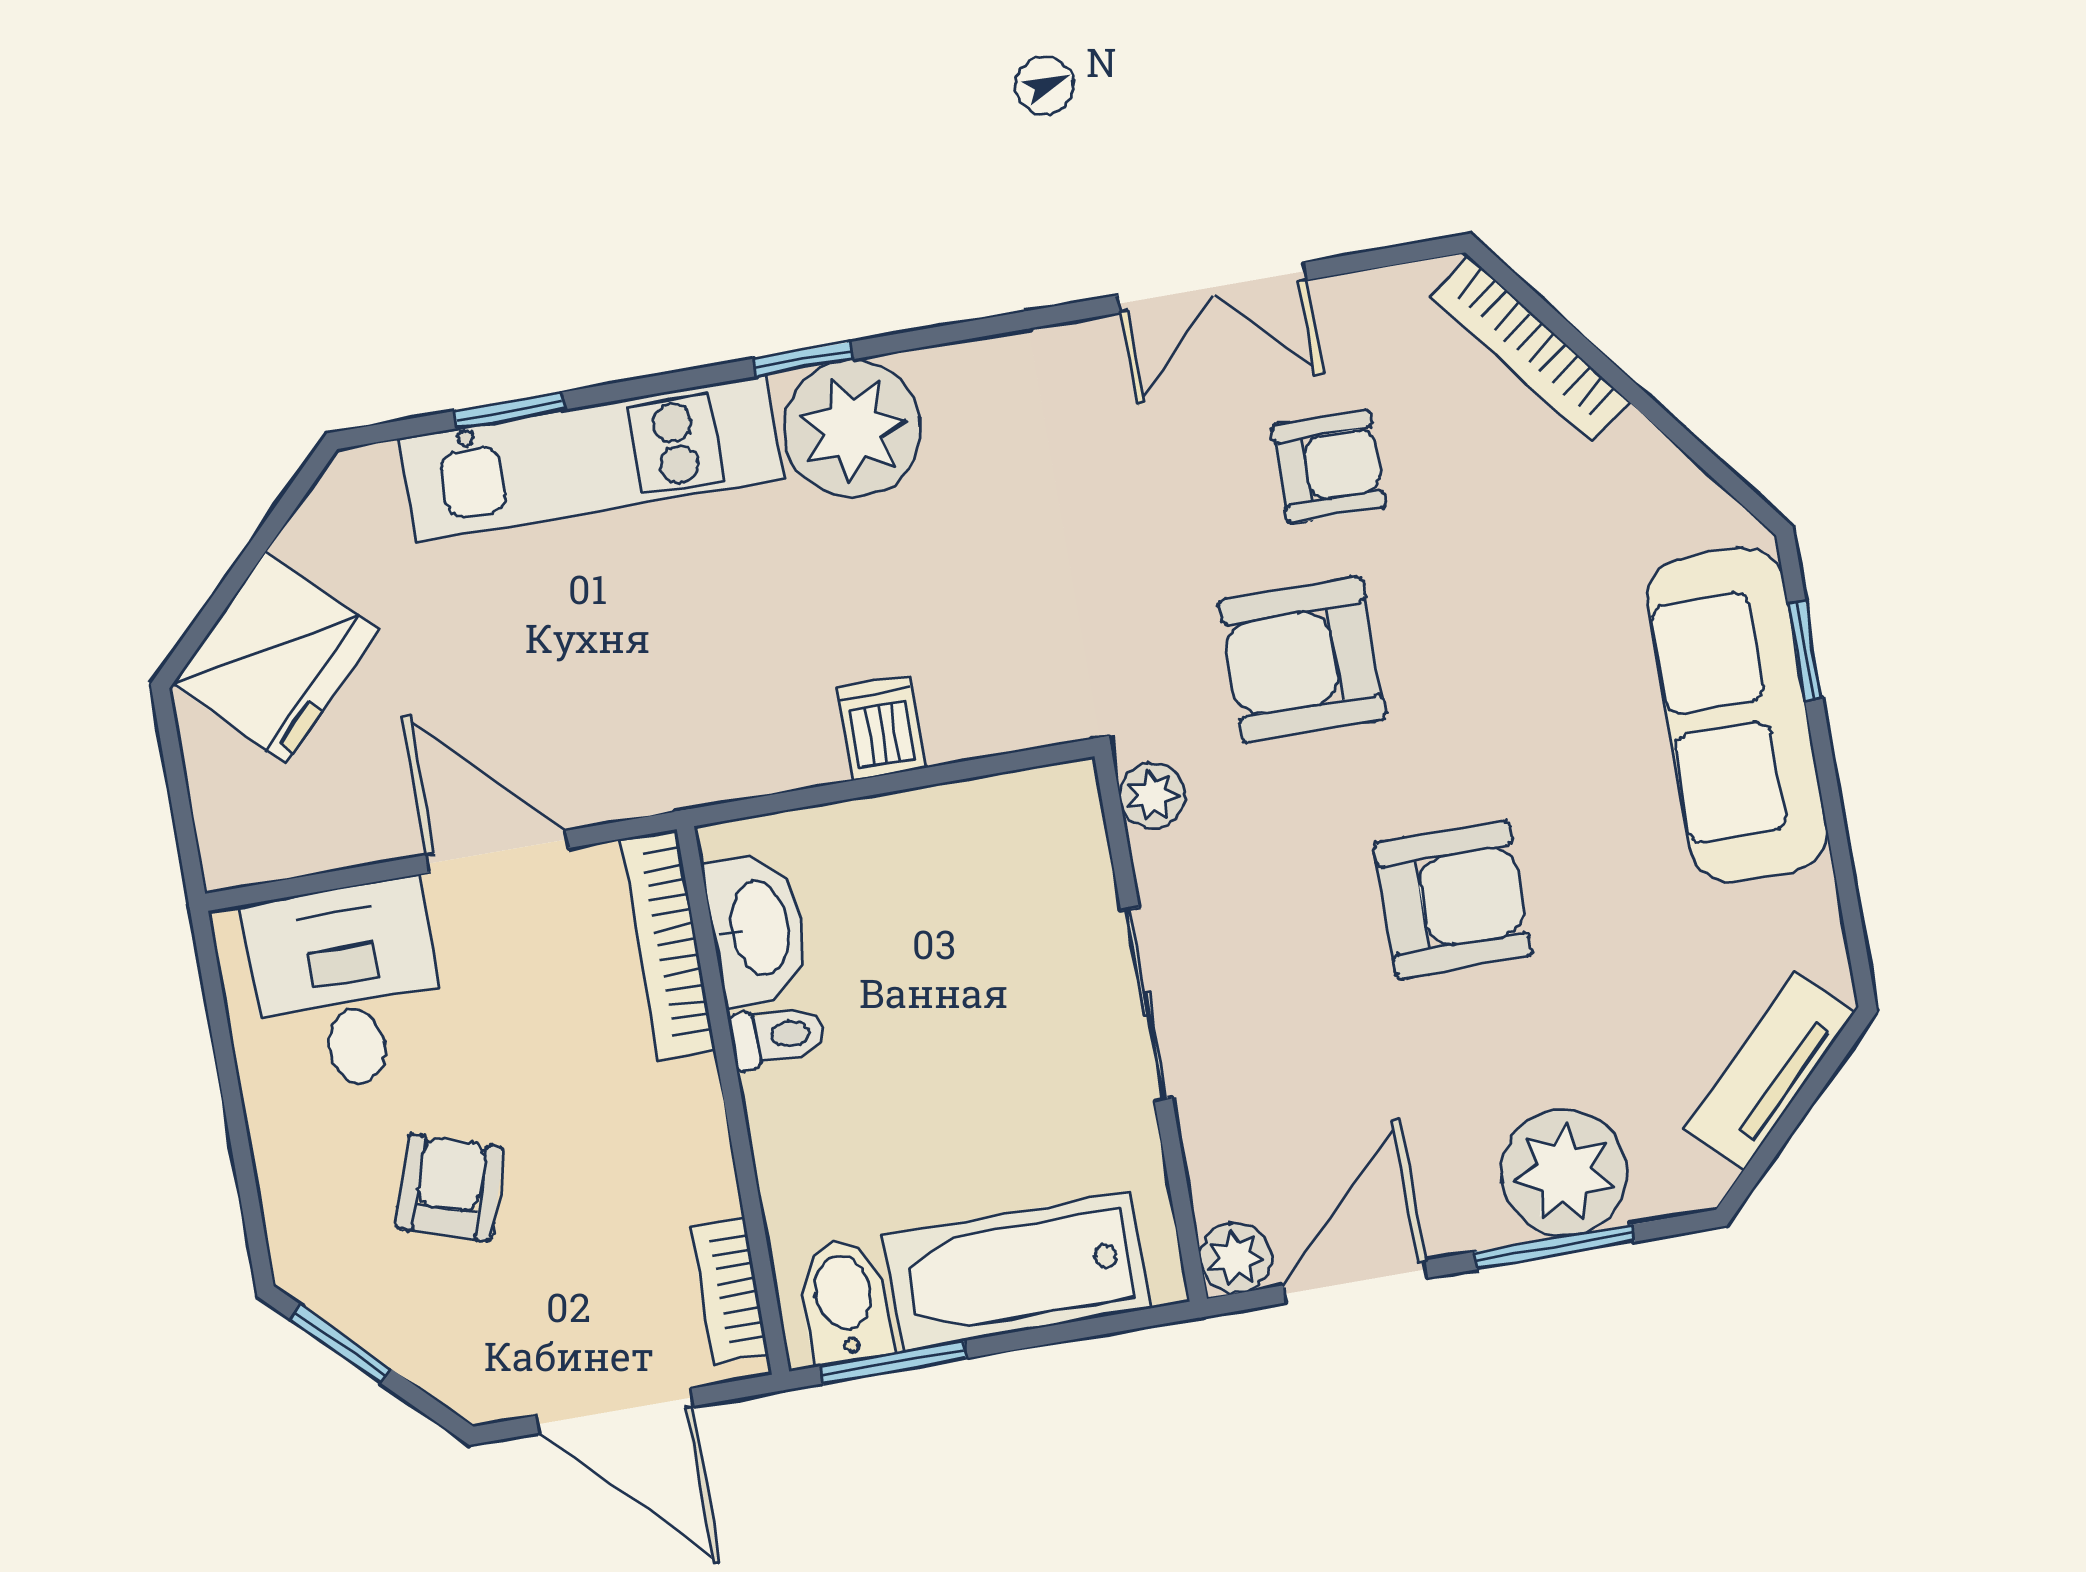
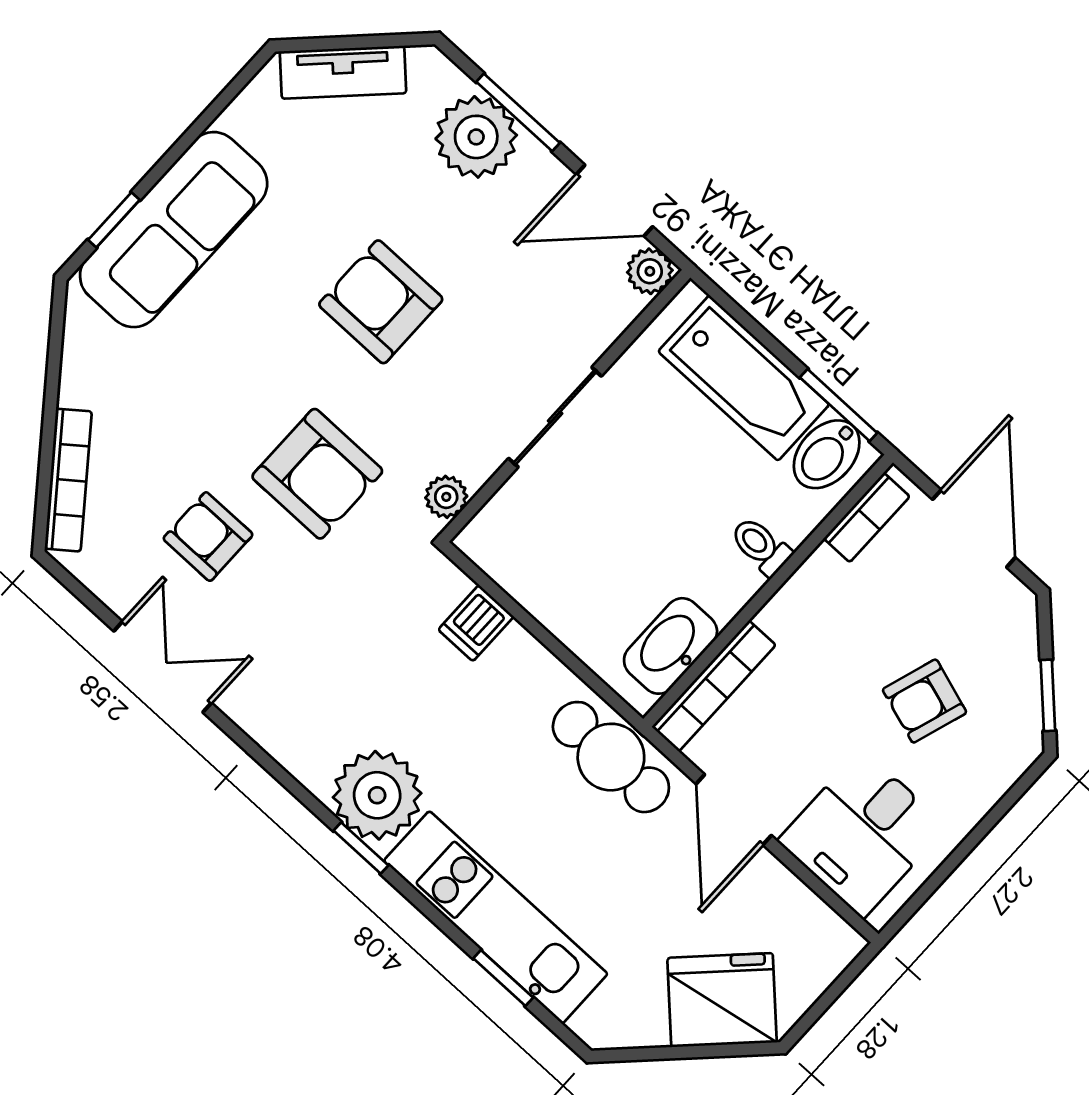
dishwasher: (881, 728) -> (476, 623), moved
cafe table: (678, 751) -> (611, 757), added
toilet: (777, 1036) -> (761, 546), moved

